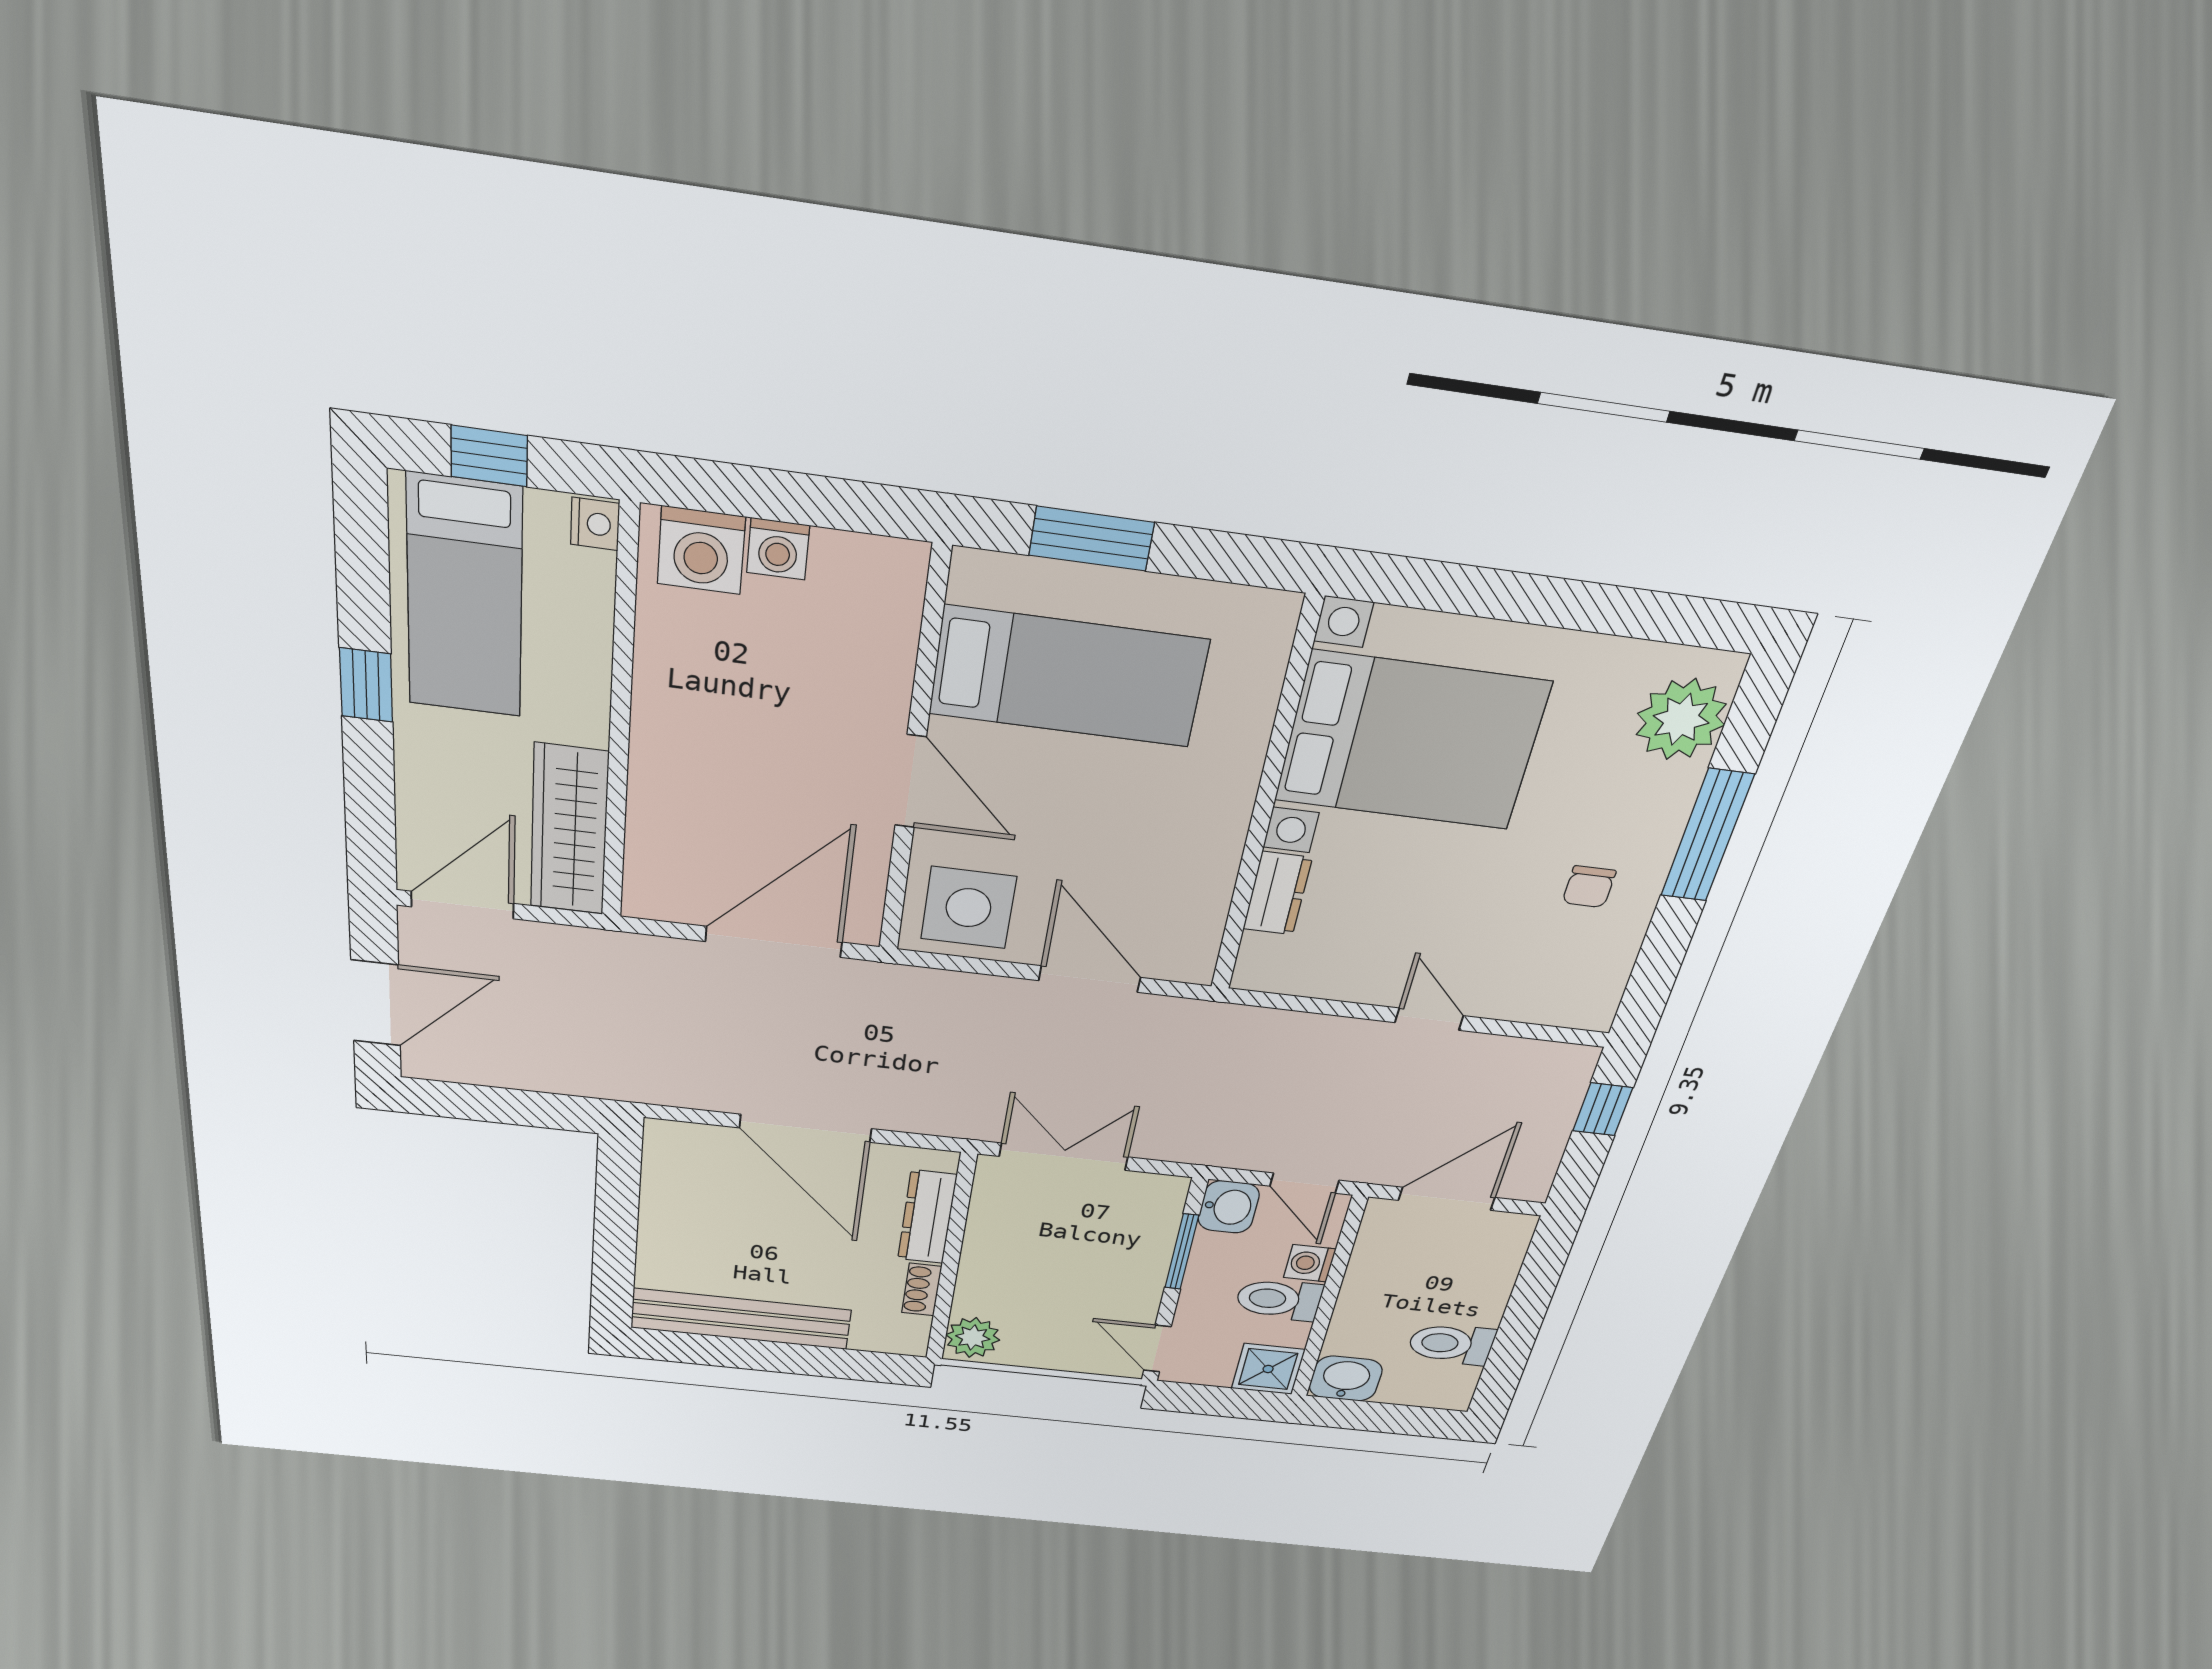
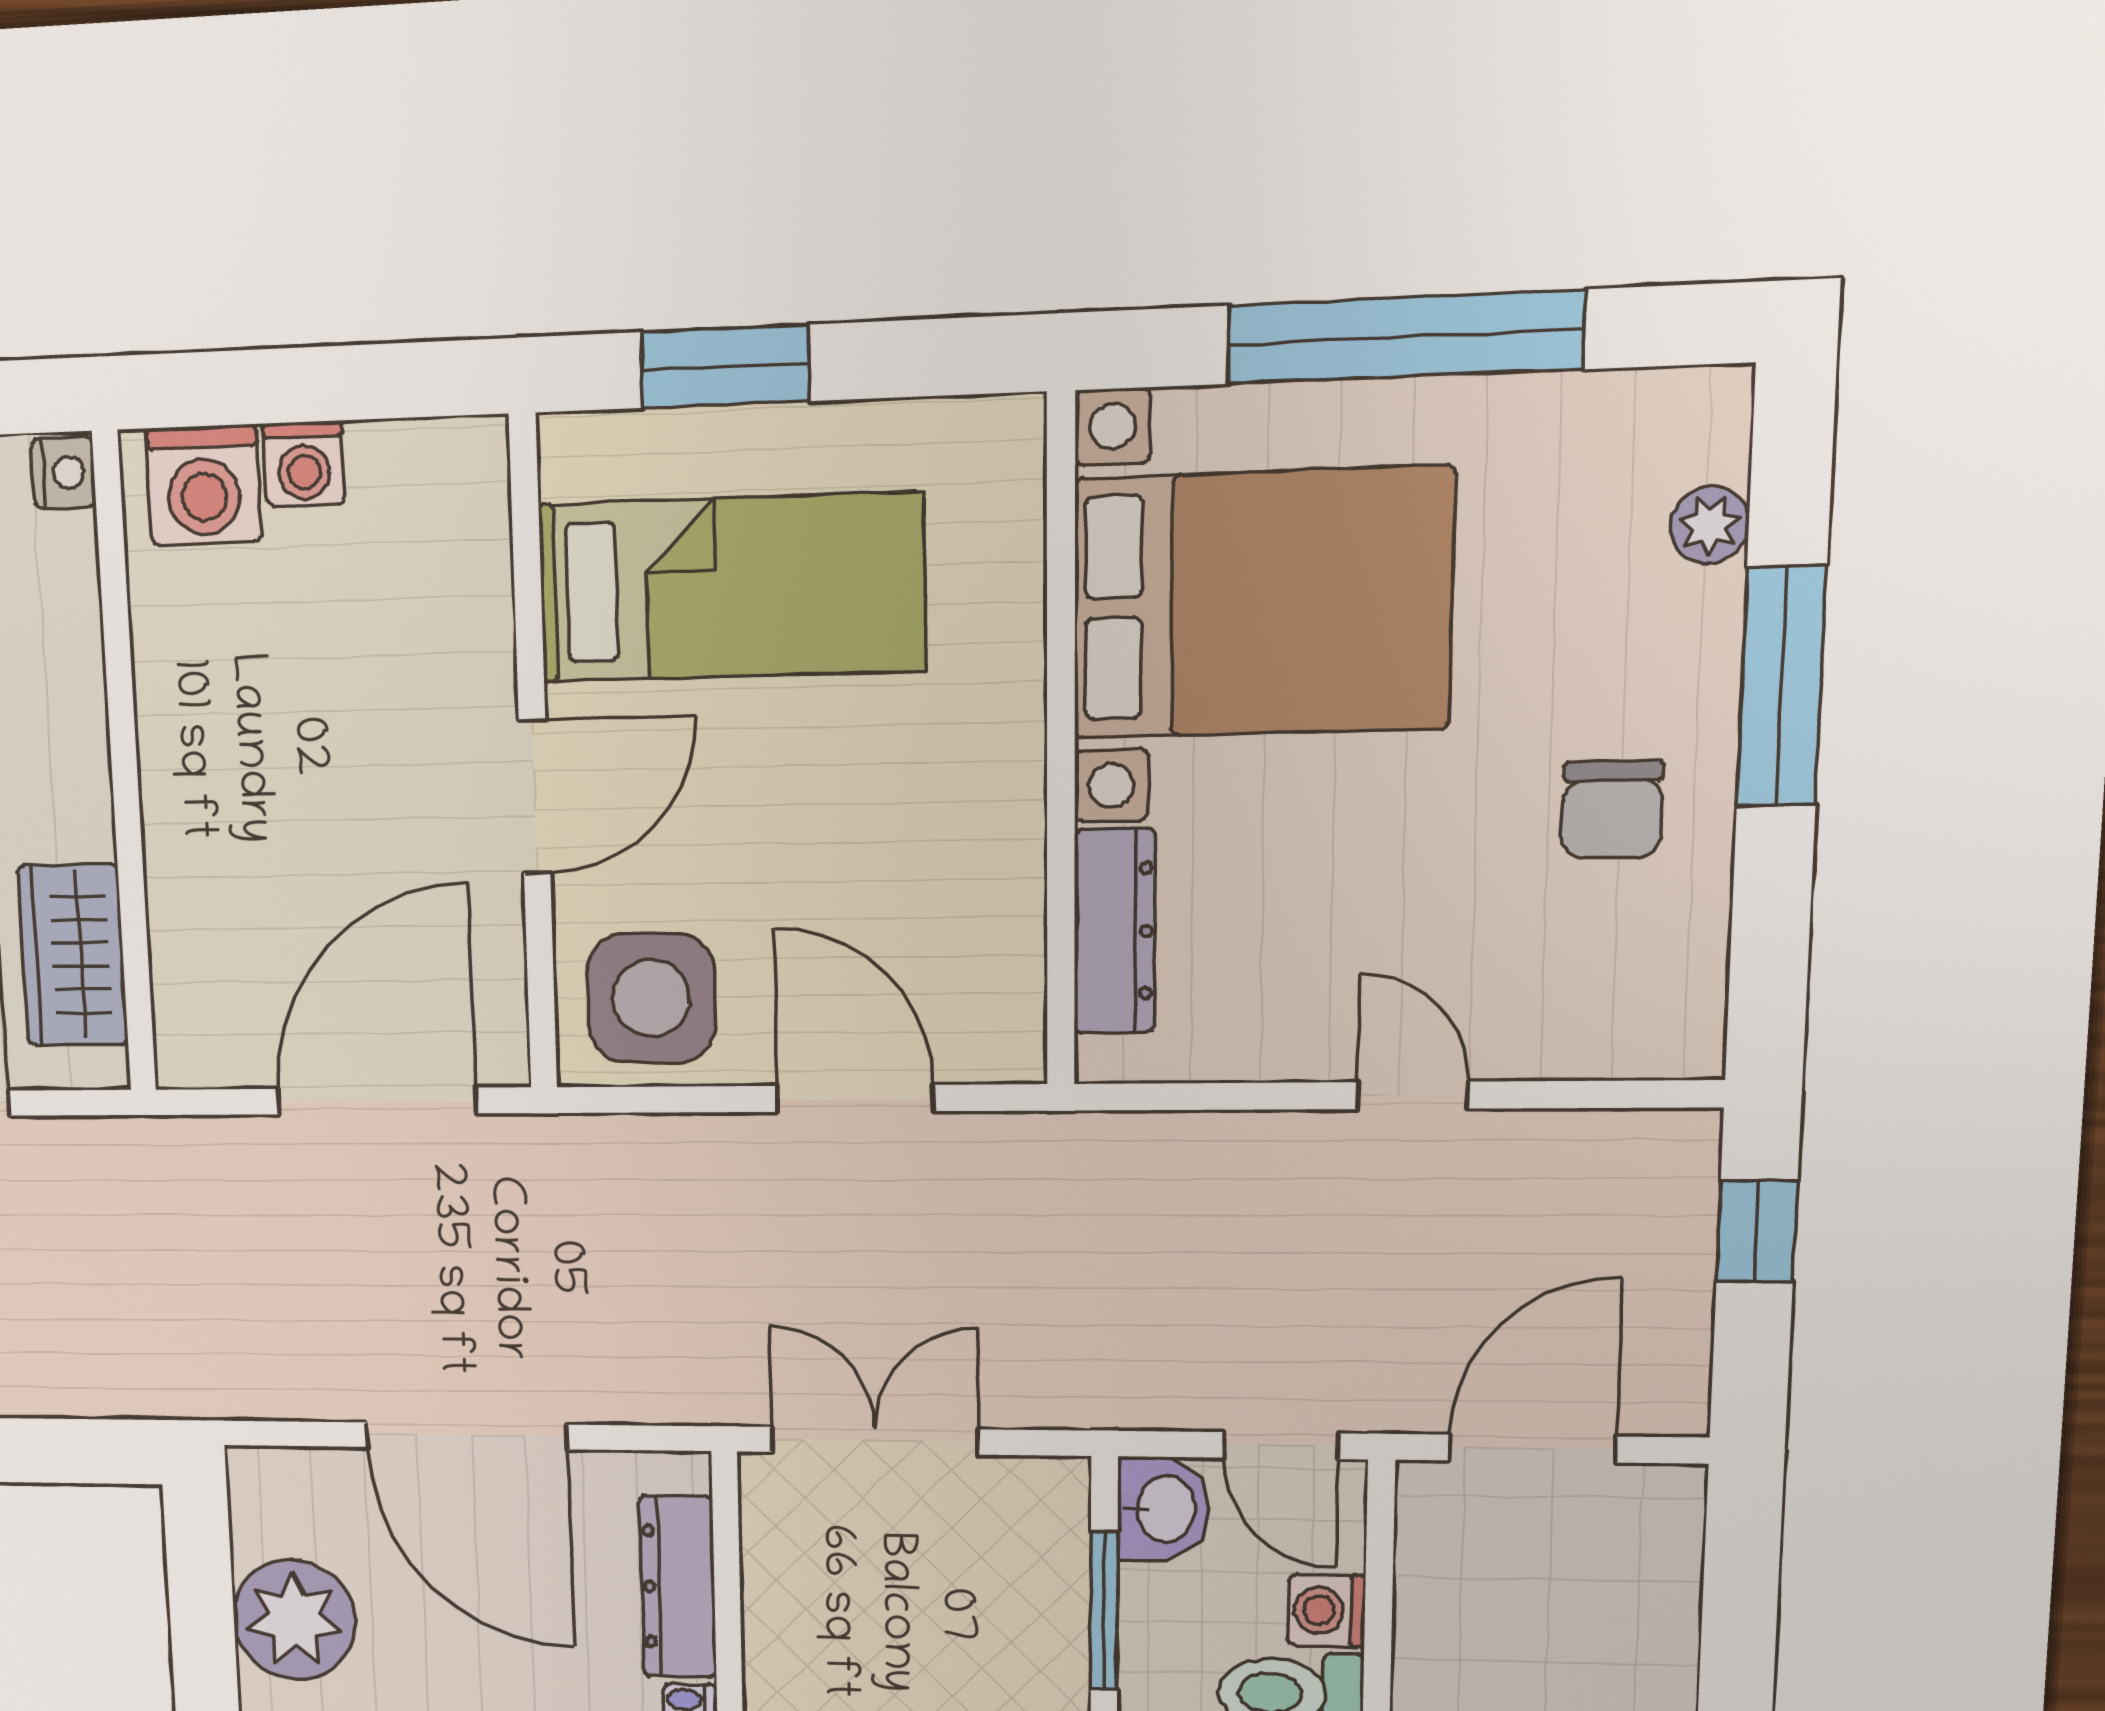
window: (1544, 601) -> (1405, 337), added
plant: (1681, 719) -> (1710, 525), width x0.53, depth x0.53
door: (911, 781) -> (535, 797), hinge flipped
wardrobe: (569, 830) -> (73, 955), width x0.67
chair: (1589, 887) -> (1612, 810), width x1.37, depth x1.37
dresser: (1277, 893) -> (1115, 931), width x1.44
plant: (678, 1211) -> (294, 1620), added

